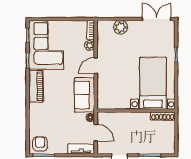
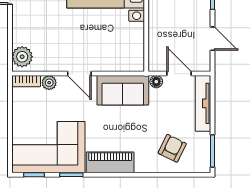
plant: (120, 27) -> (22, 57), moved
door: (96, 133) -> (179, 74), hinge flipped
armchair: (40, 144) -> (172, 148), moved, turned 116
tv unit: (81, 149) -> (203, 103), width x1.41

